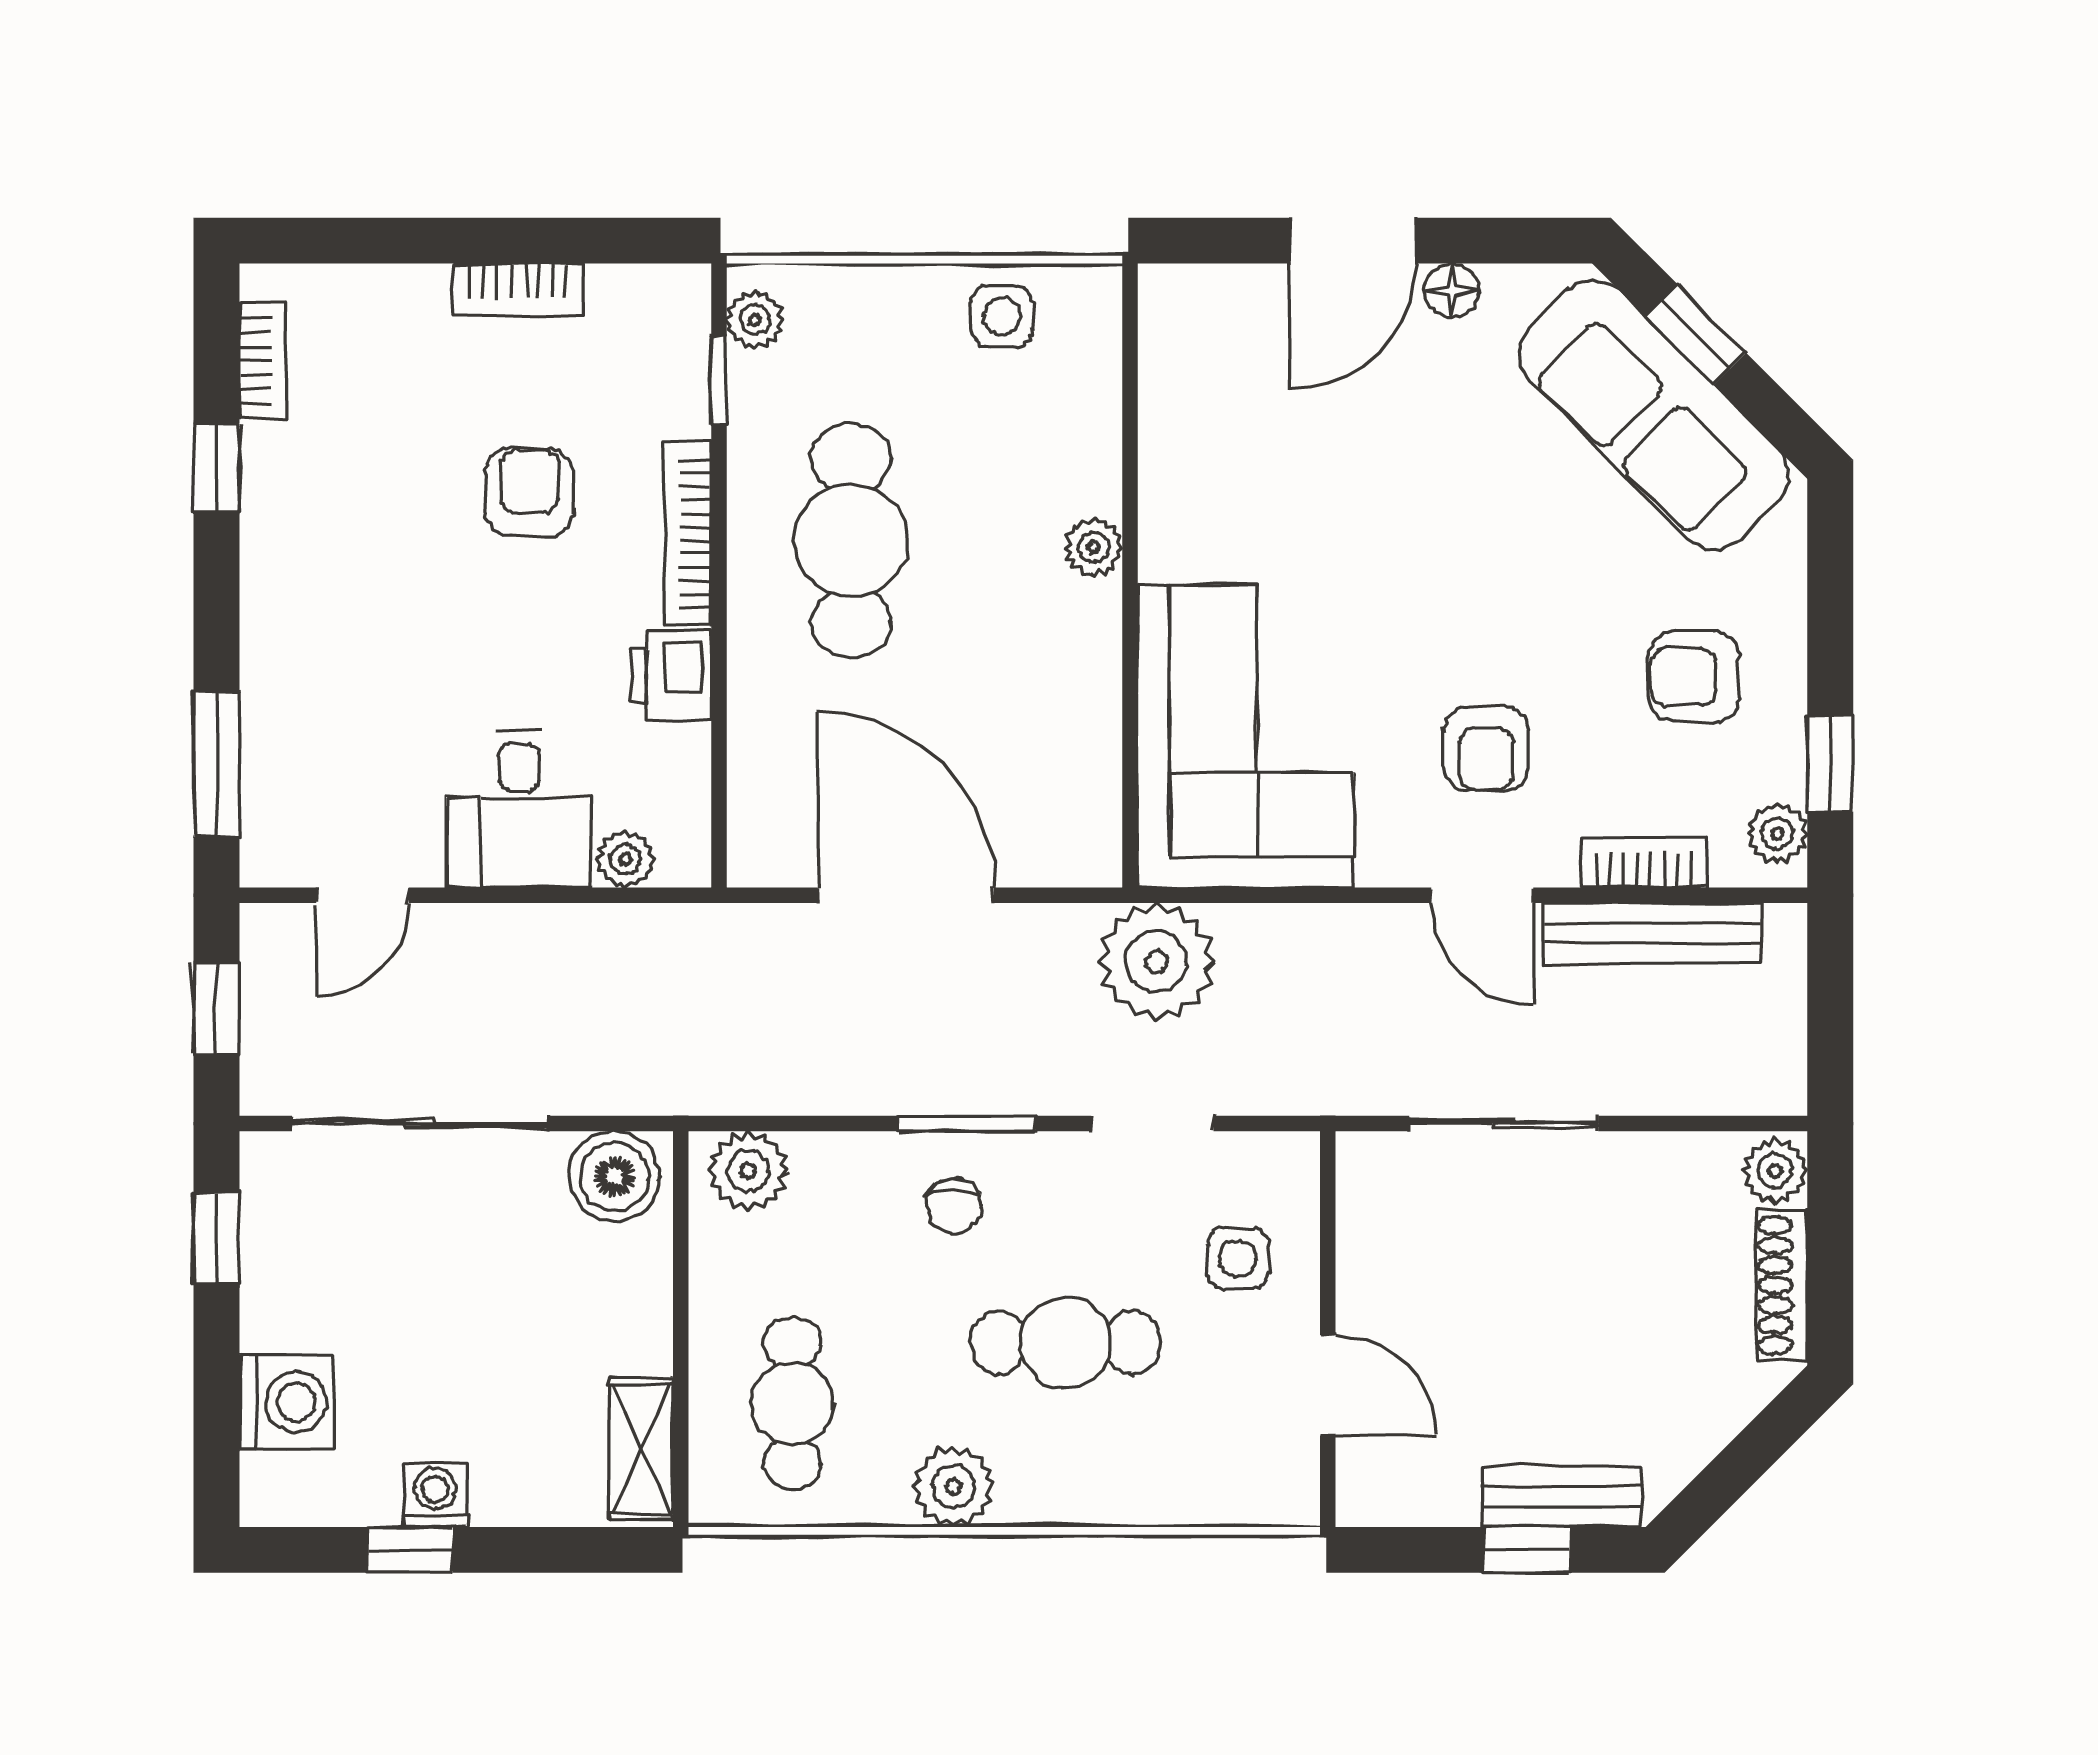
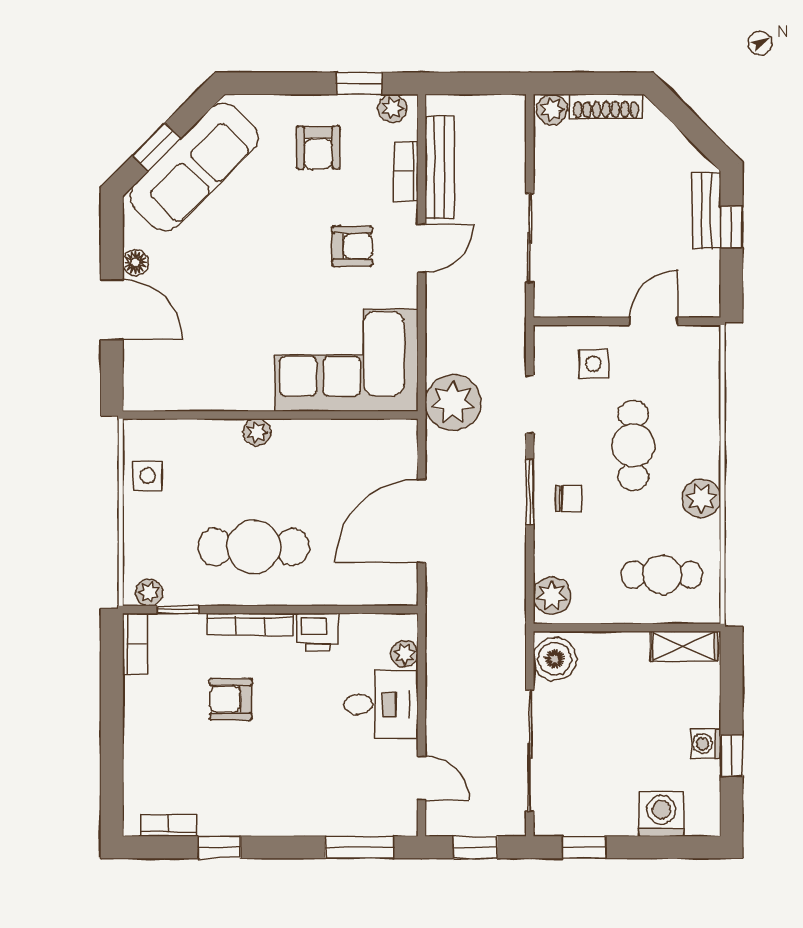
bookcase: (518, 289) -> (135, 644), moved

